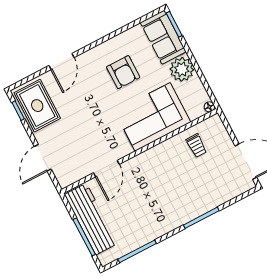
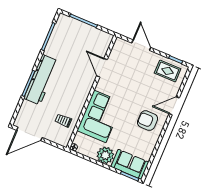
door: (61, 61) -> (174, 106), hinge flipped
armchair: (123, 72) -> (147, 121), moved
rug: (37, 106) -> (168, 71), width x0.73, depth x0.70
workbench: (91, 219) -> (41, 80), moved, turned -90

